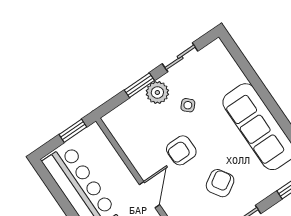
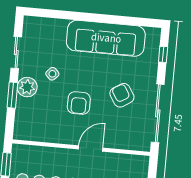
door: (149, 195) -> (91, 149), hinge flipped

